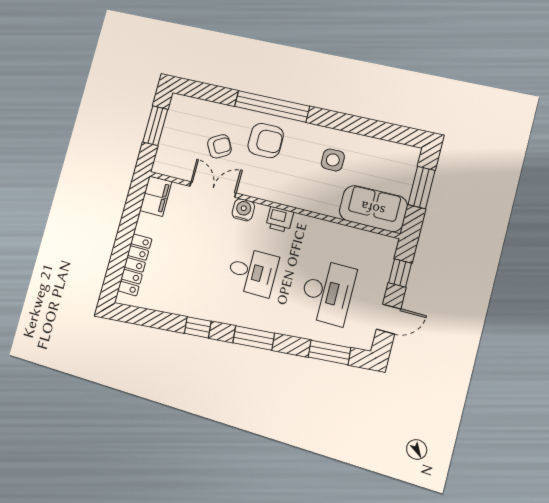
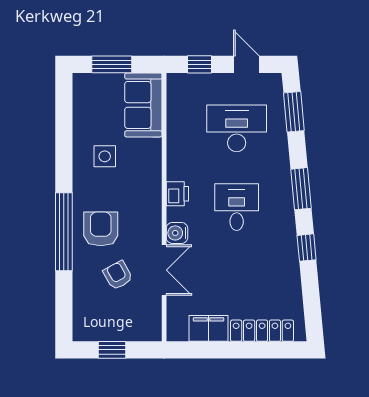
window: (155, 126) -> (112, 350), width x0.67
double door: (213, 190) -> (164, 270), swing flipped
filing cabinet: (156, 196) -> (209, 328), moved

